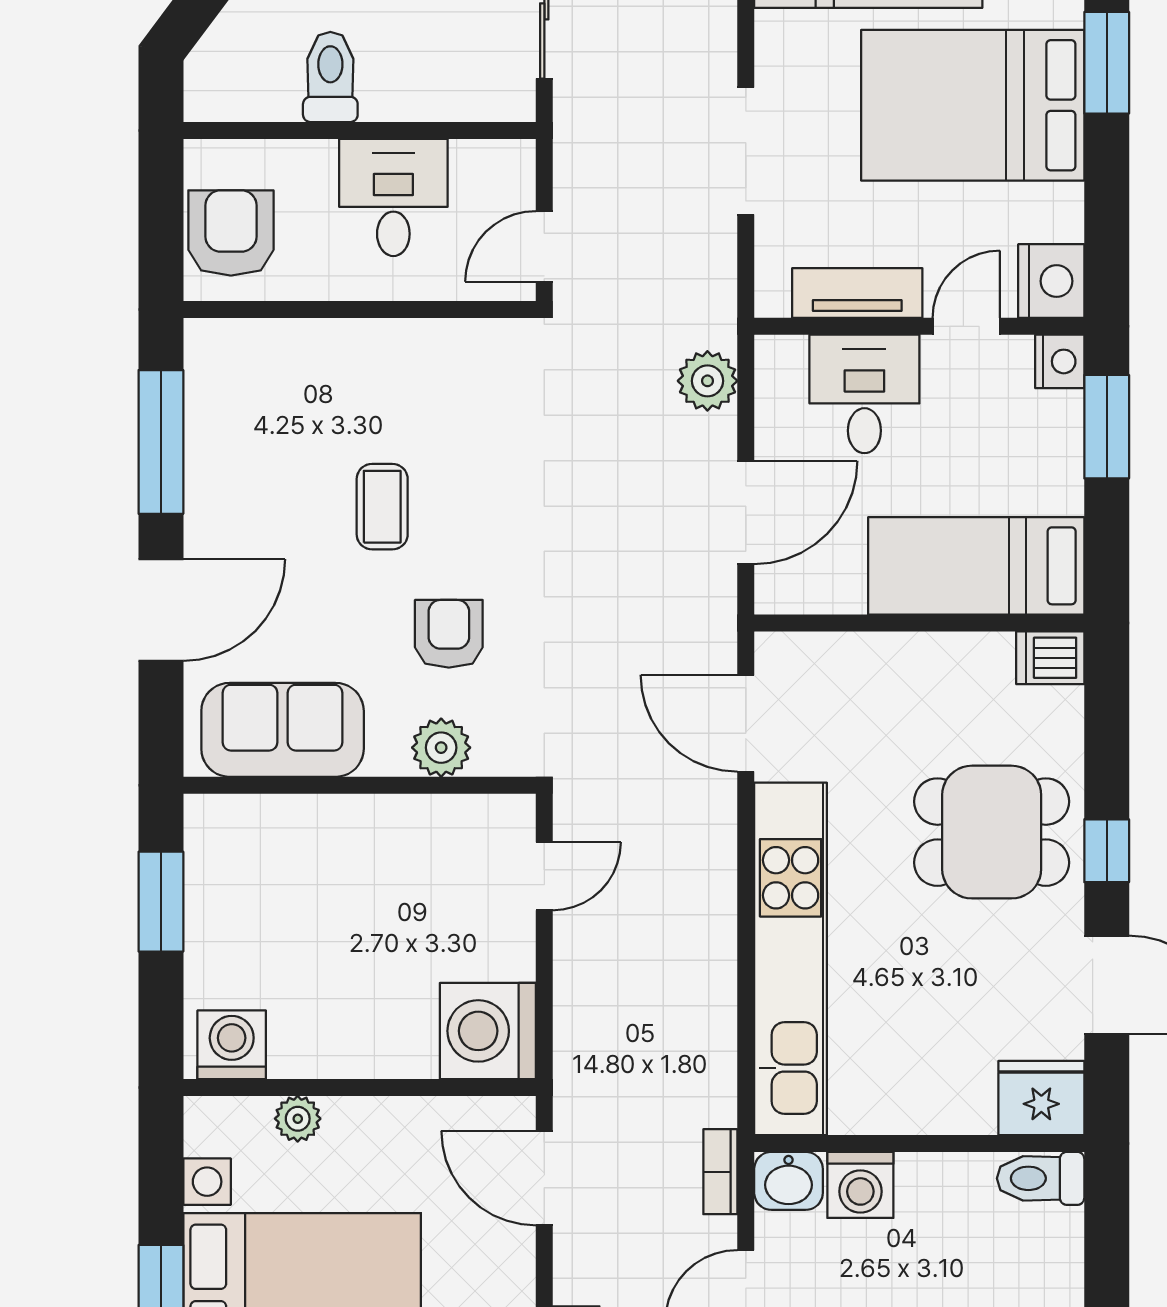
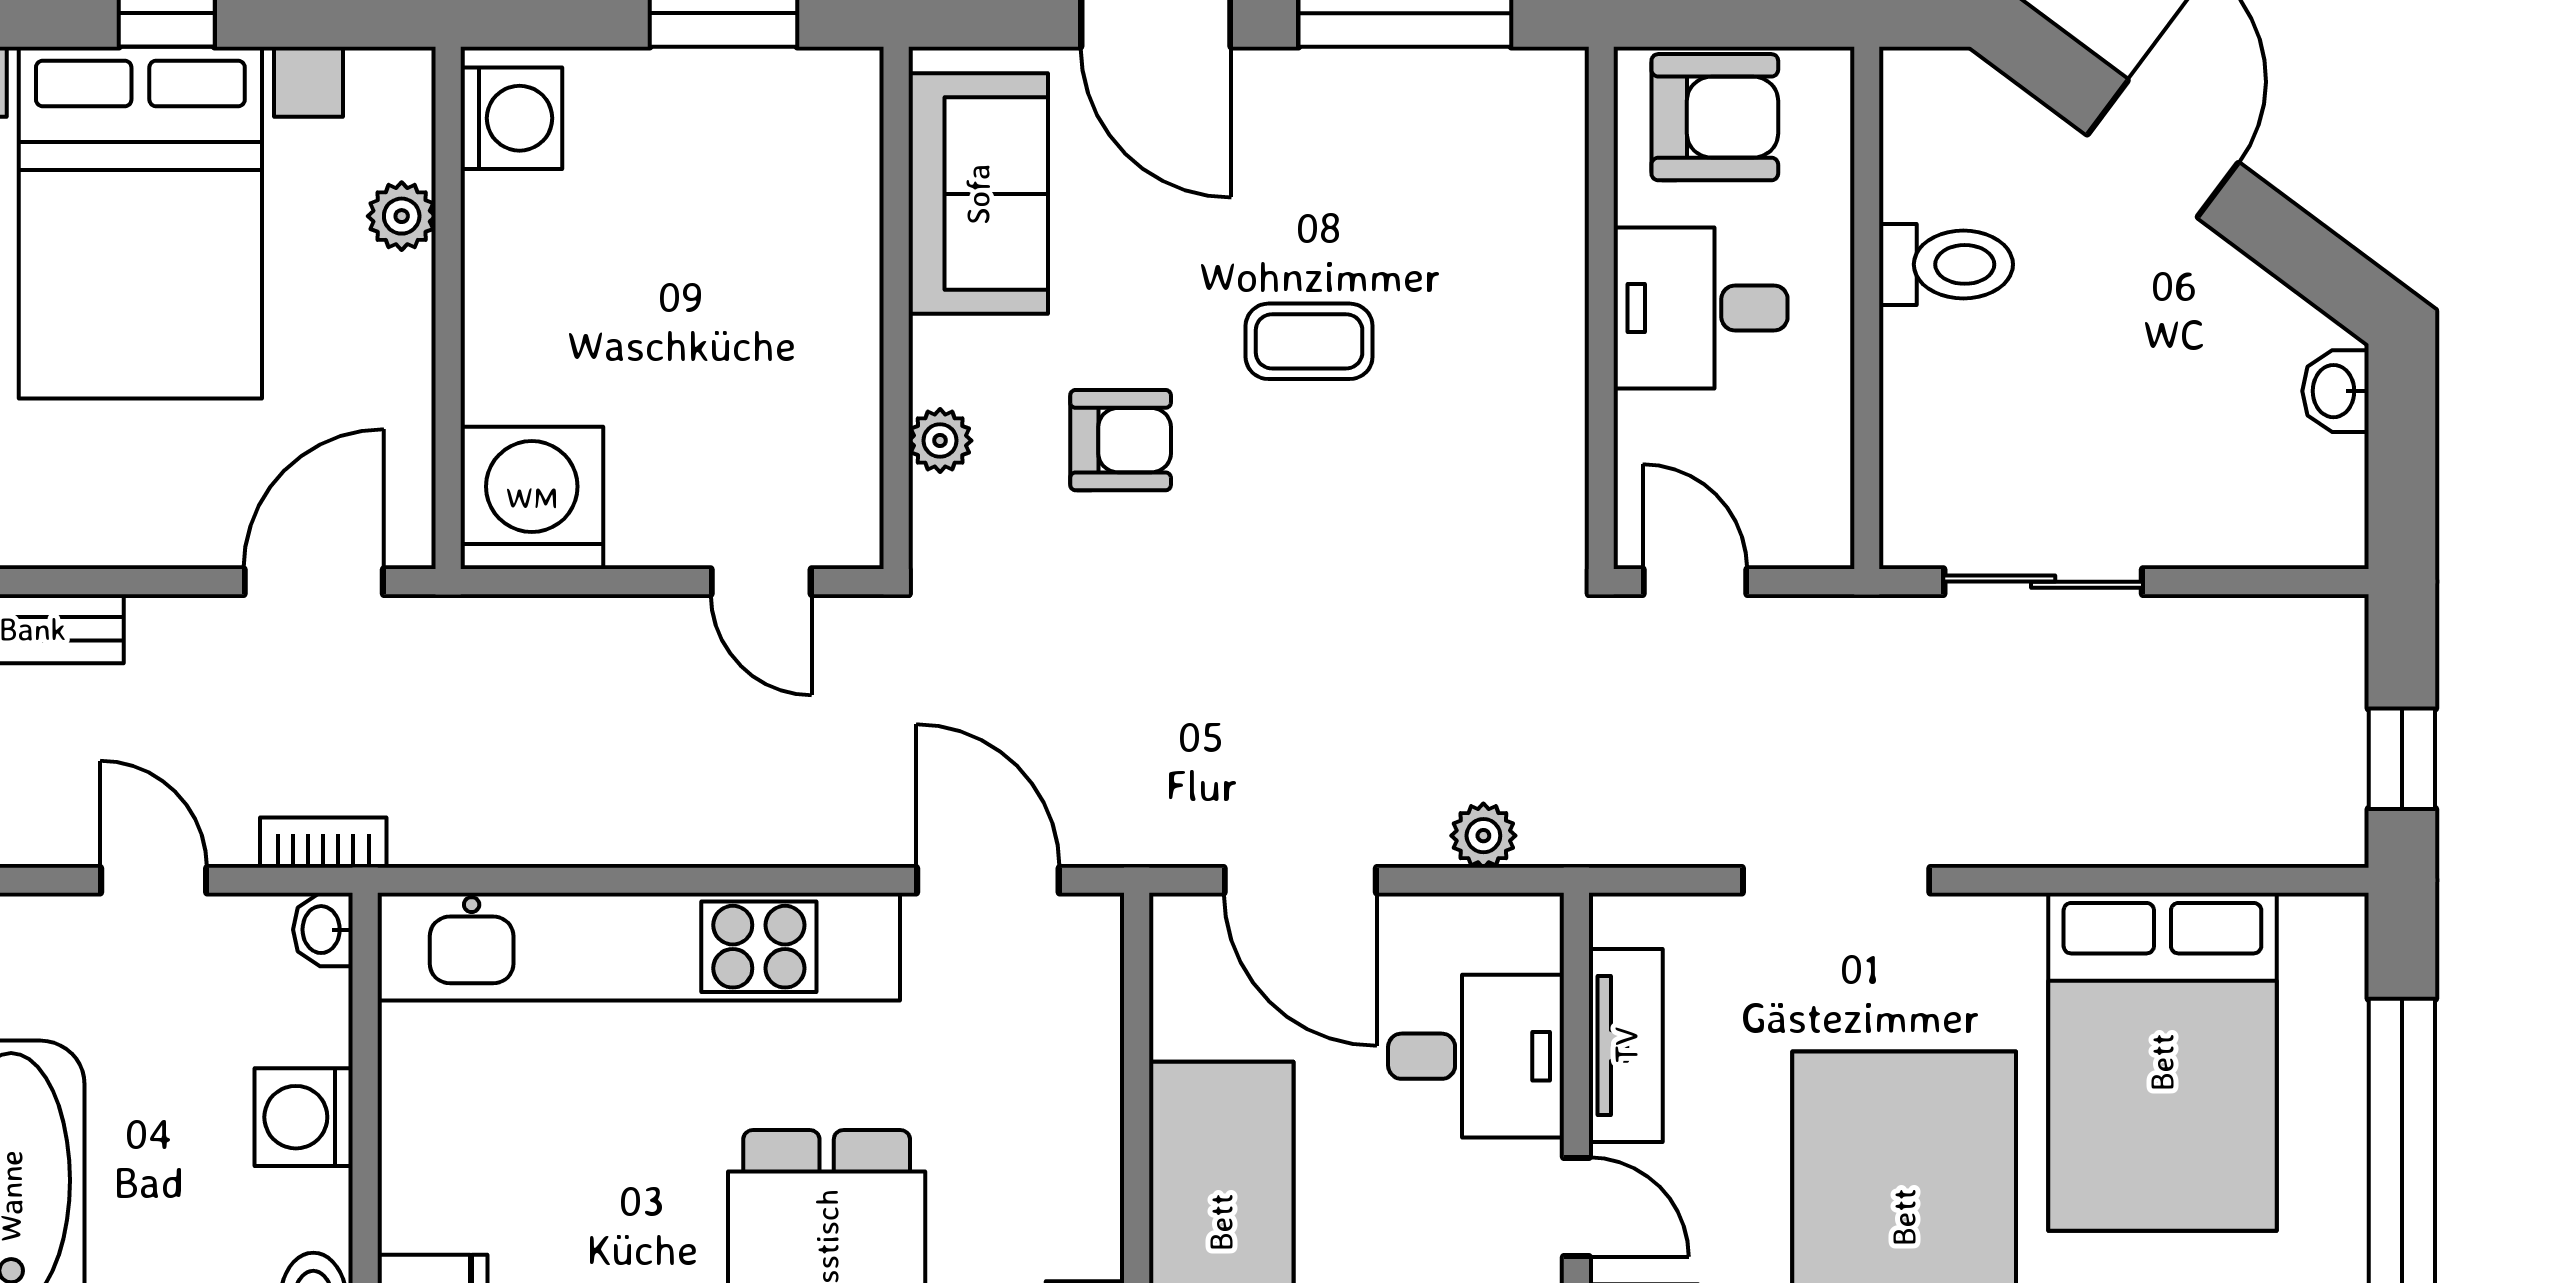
desk: (393, 197) -> (1701, 308), moved, turned 180
plant: (707, 381) -> (1483, 836), width x0.73, depth x0.73
door: (746, 723) -> (988, 880), hinge flipped
plant: (441, 748) -> (940, 441), width x0.73, depth x0.73
washbasin: (789, 1181) -> (323, 930), width x0.72, depth x0.69
washing machine: (860, 1185) -> (304, 1117), moved

